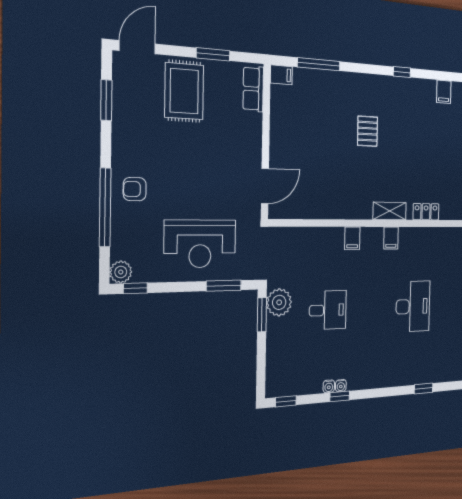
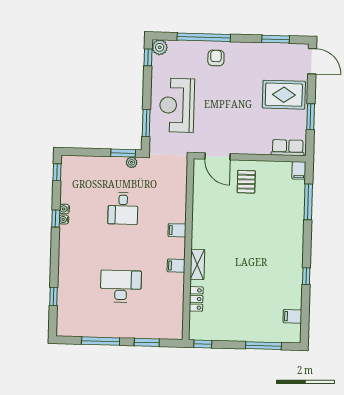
pallet: (368, 131) -> (246, 182), moved, turned 90
plant: (279, 302) -> (132, 162), width x0.53, depth x0.53
desk: (413, 306) -> (121, 286), turned 180

